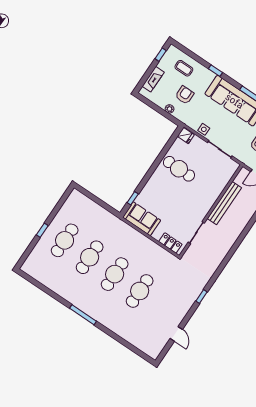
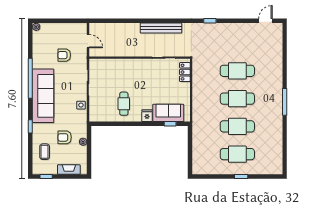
fridge: (186, 135) -> (147, 116), moved
cafe table: (179, 169) -> (124, 104), width x0.73, depth x0.74
bench: (224, 203) -> (161, 28), moved
sofa: (142, 219) -> (168, 113), moved, turned 90
door: (176, 334) -> (265, 21), moved

